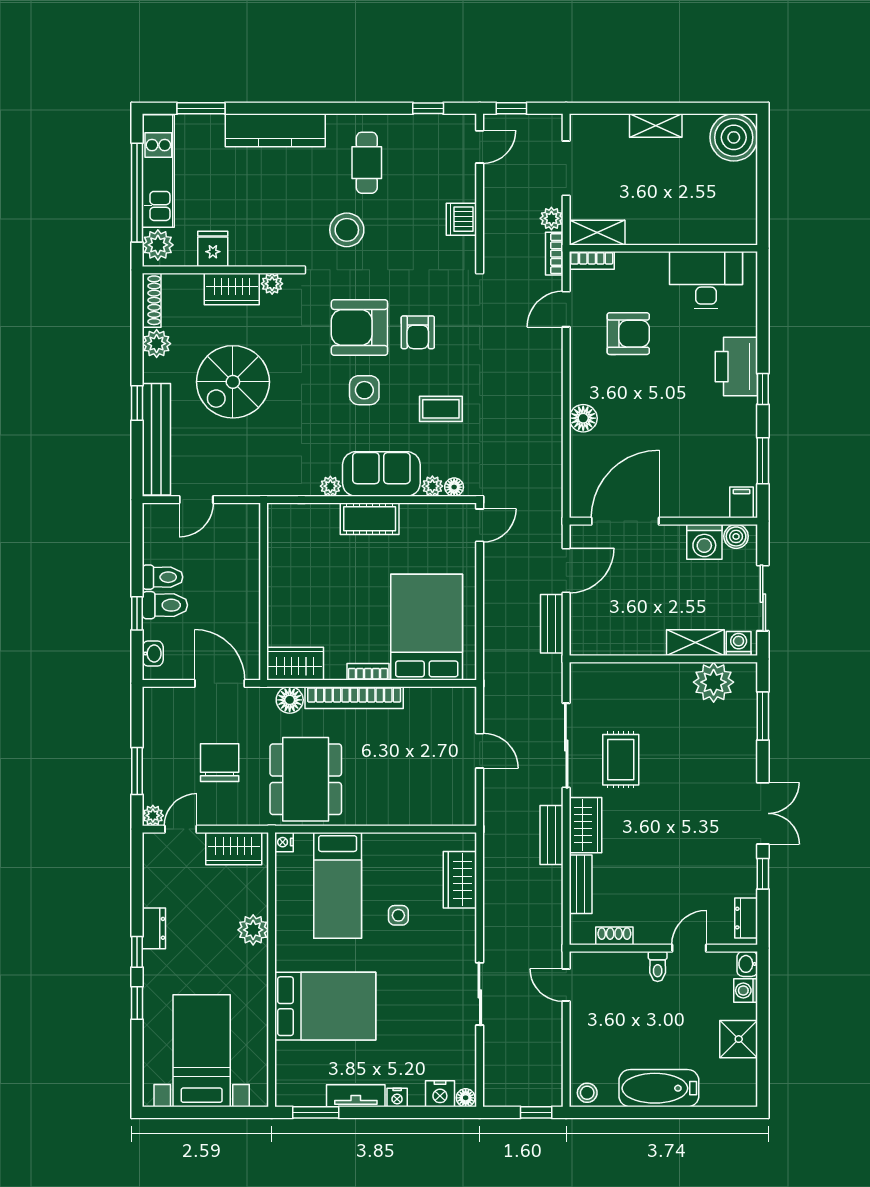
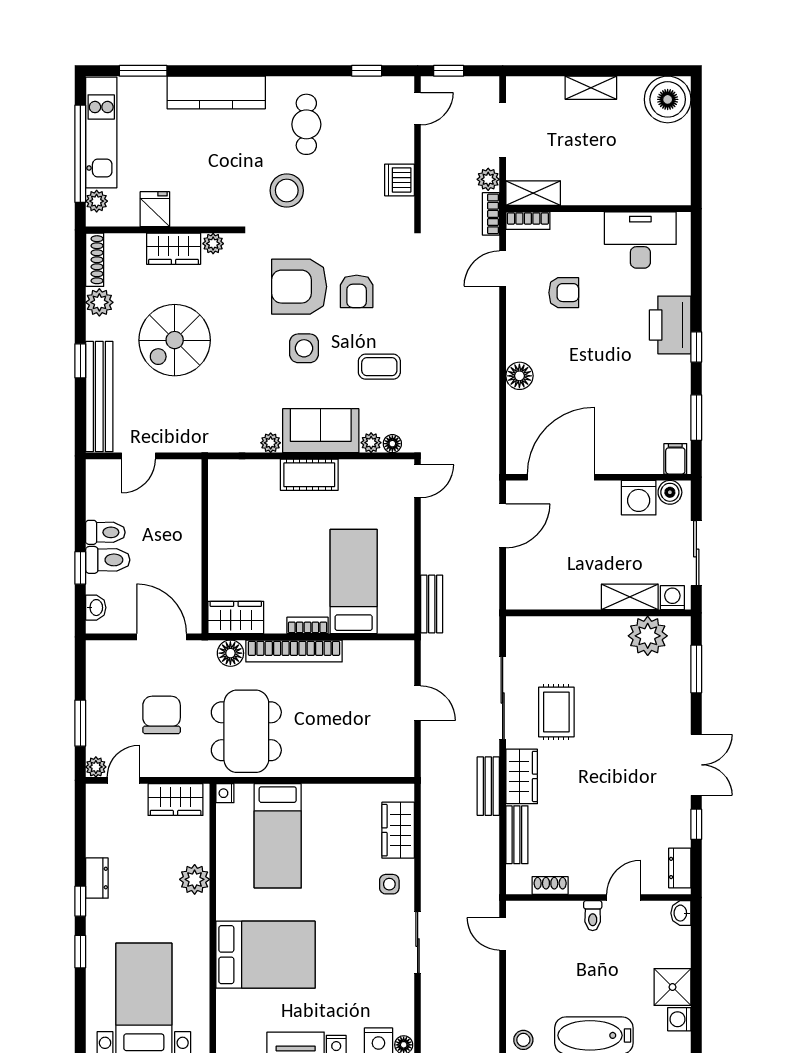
plant: (158, 245) -> (97, 201), width x0.73, depth x0.73
armchair: (628, 334) -> (564, 293), width x0.72, depth x0.72
bench: (552, 624) -> (432, 604), moved
bed: (427, 627) -> (354, 581), width x0.67
side table: (398, 915) -> (389, 884), moved
washing machine: (746, 990) -> (679, 1019), moved

